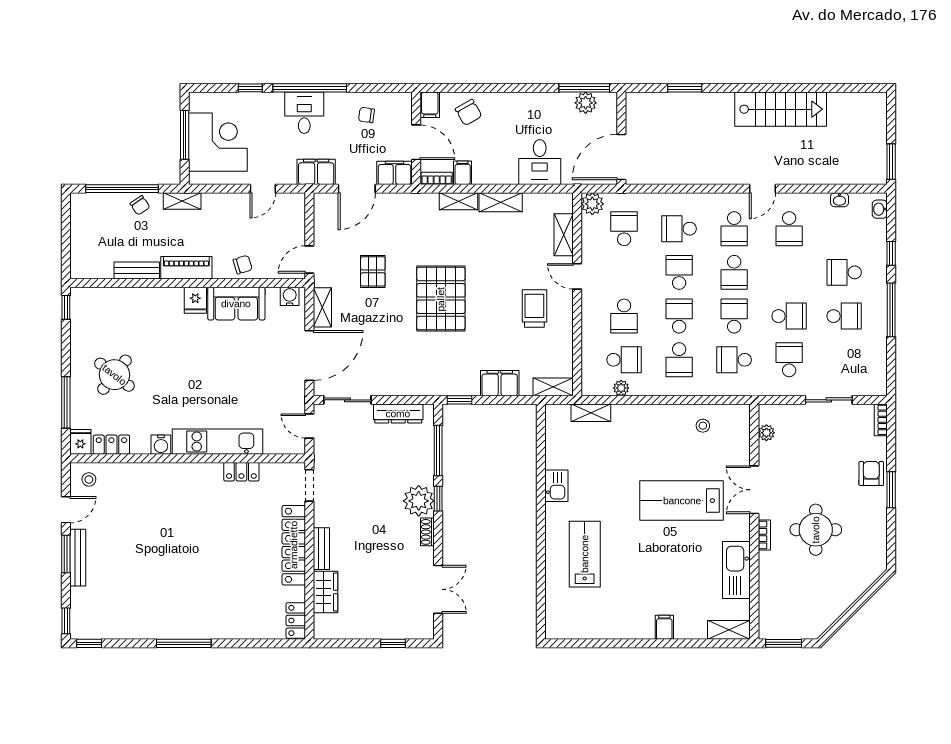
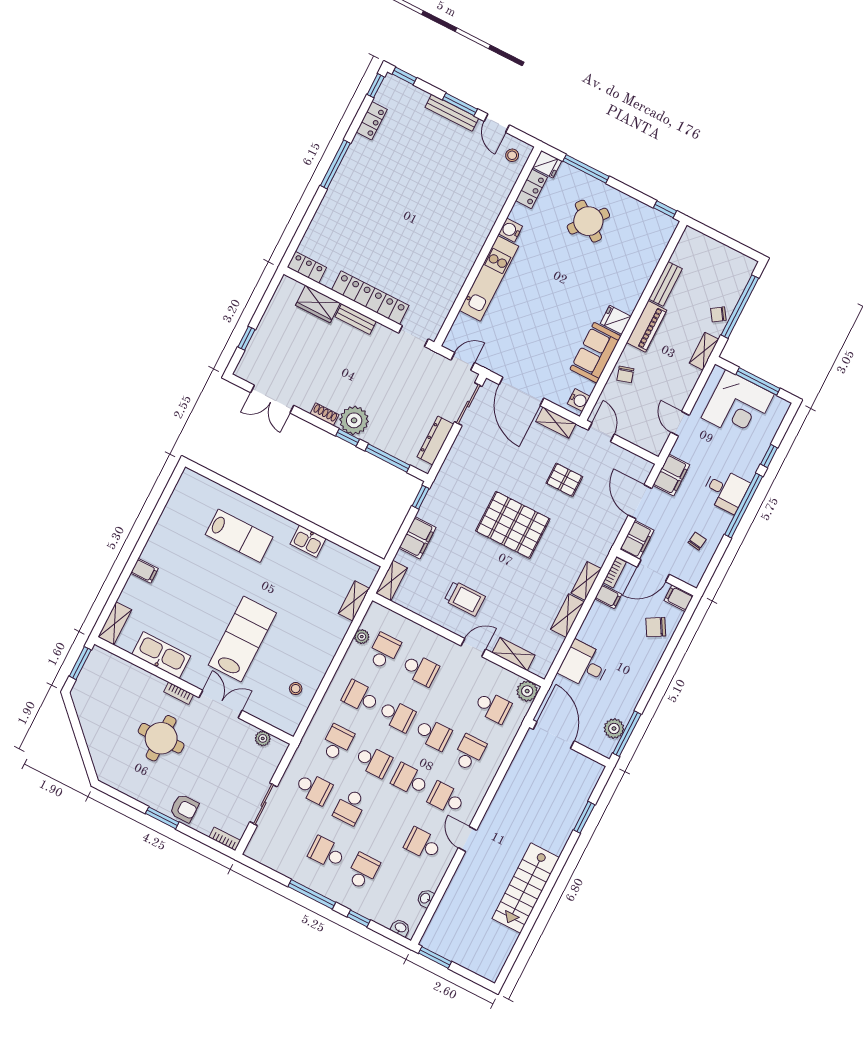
school desk: (624, 316) -> (420, 670), turned 180
school desk: (844, 316) -> (327, 853), turned 90
school desk: (624, 360) -> (384, 651), turned 180
locker: (241, 472) -> (372, 121), moved, turned 180

